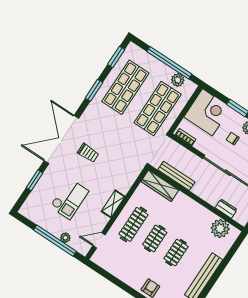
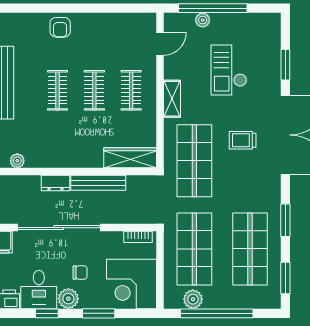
shop shelf: (124, 159) -> (194, 161), added
bench: (176, 176) -> (98, 183), moved
dresser: (226, 209) -> (55, 183), moved
clothes rail: (133, 224) -> (131, 90), width x0.73
plant: (220, 228) -> (17, 161), width x0.53, depth x0.53

